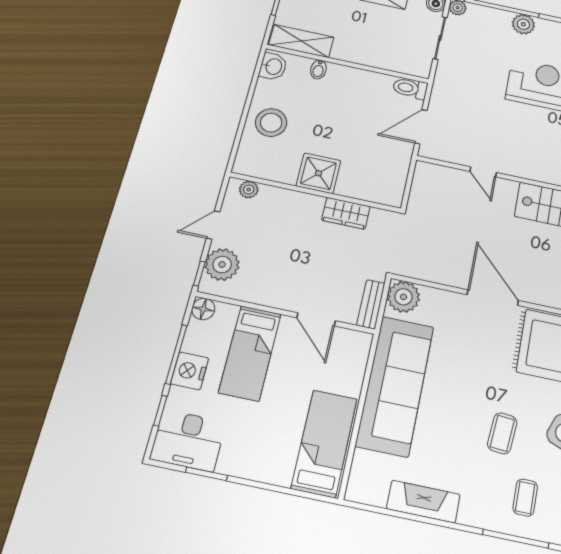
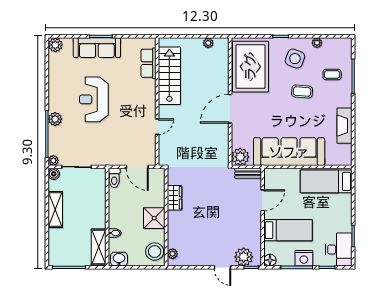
shower: (318, 173) -> (154, 218), moved
plant: (249, 189) -> (173, 254), moved
wall: (315, 192) -> (166, 217), moved
wardrobe: (346, 213) -> (174, 198), moved

